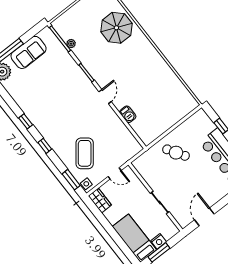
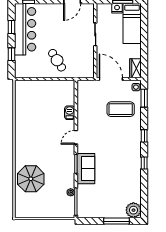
sofa: (29, 52) -> (86, 169), moved, turned 90
coffee table: (85, 153) -> (121, 109), turned 52
door: (115, 173) -> (111, 79), width x1.88

